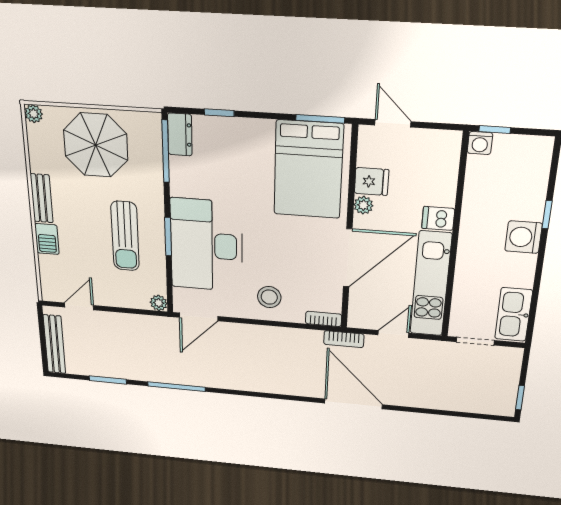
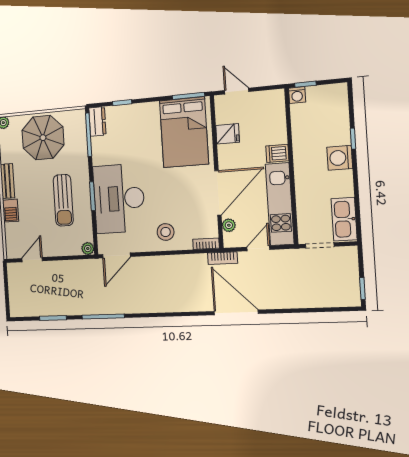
plant: (363, 205) -> (229, 225), moved
bench: (54, 344) -> (15, 293), removed

